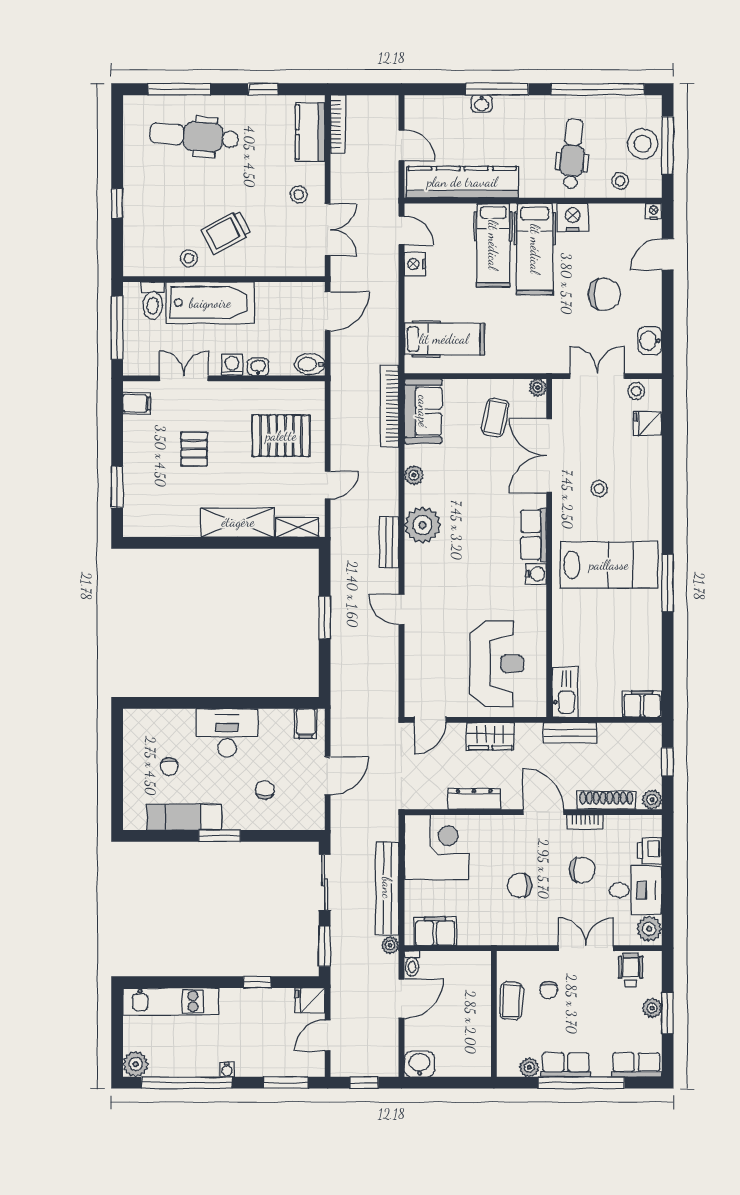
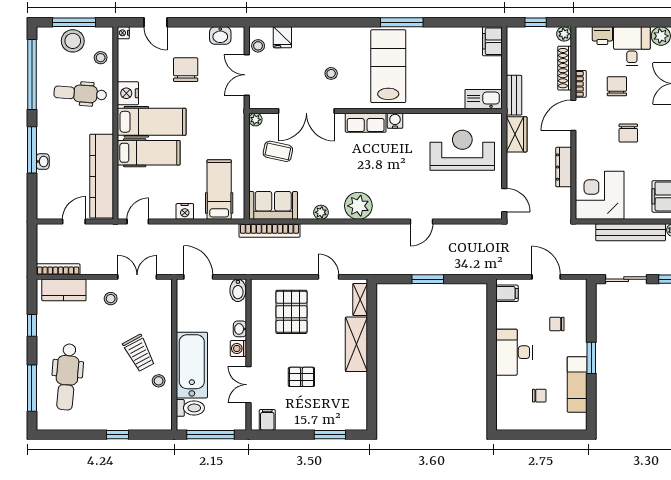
nightstand: (415, 264) -> (185, 211), moved
bench: (389, 542) -> (371, 231), removed
wardrobe: (490, 736) -> (517, 134), moved

